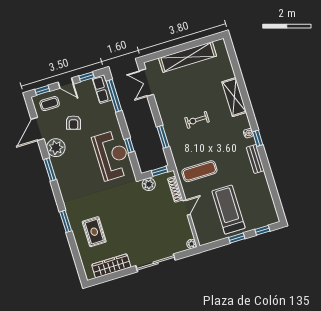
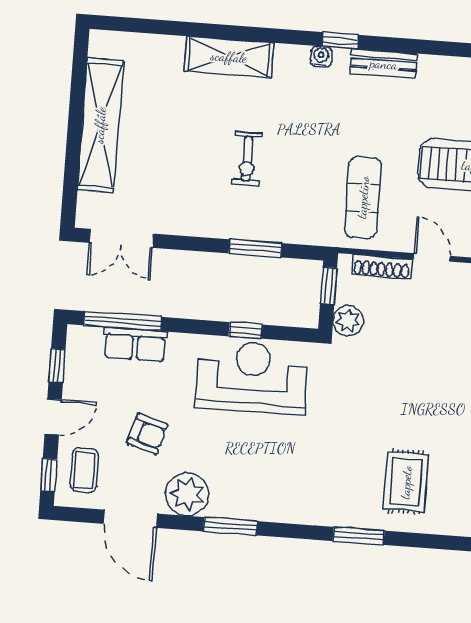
row of seats: (102, 89) -> (135, 344), moved
rug: (94, 232) -> (406, 482), turned 90

